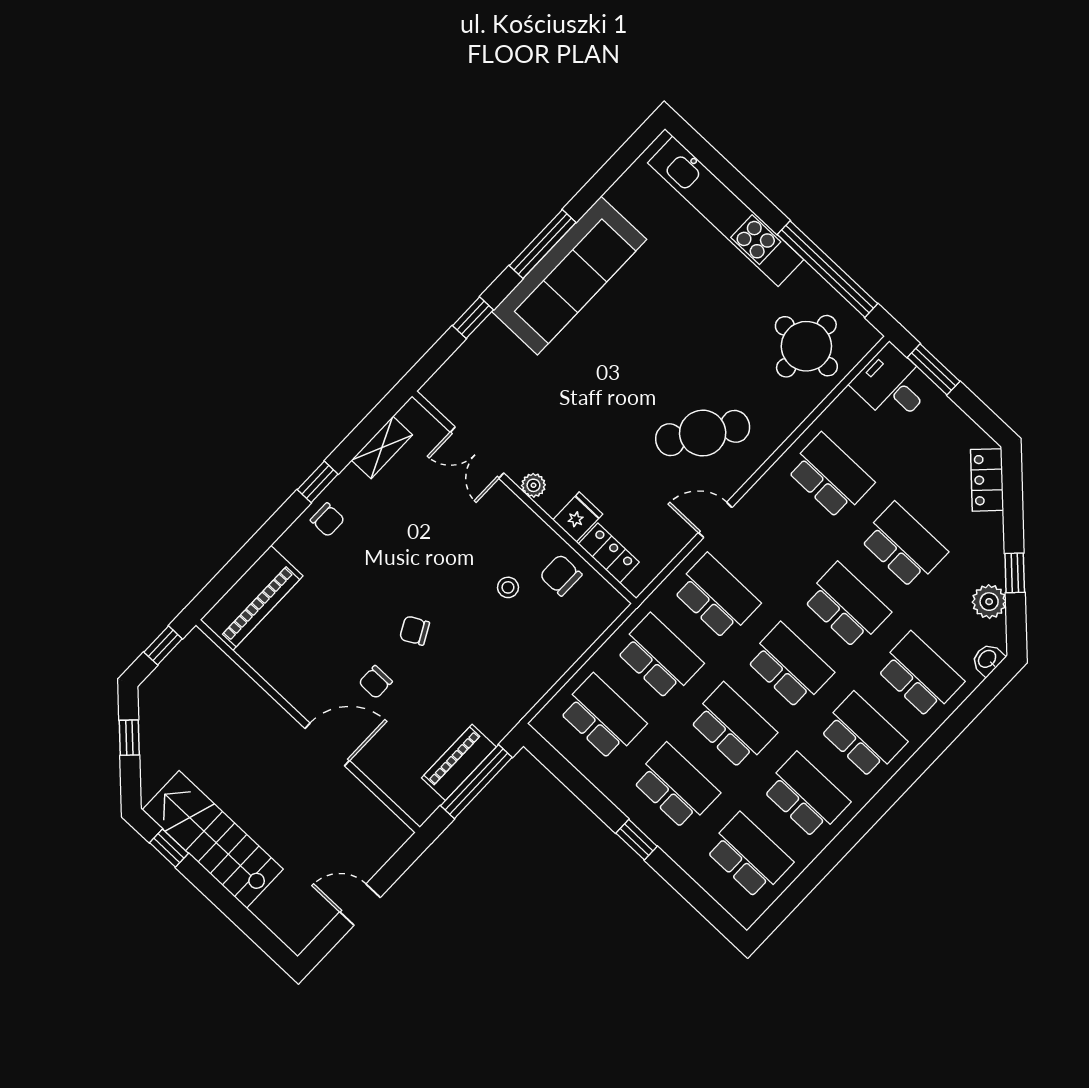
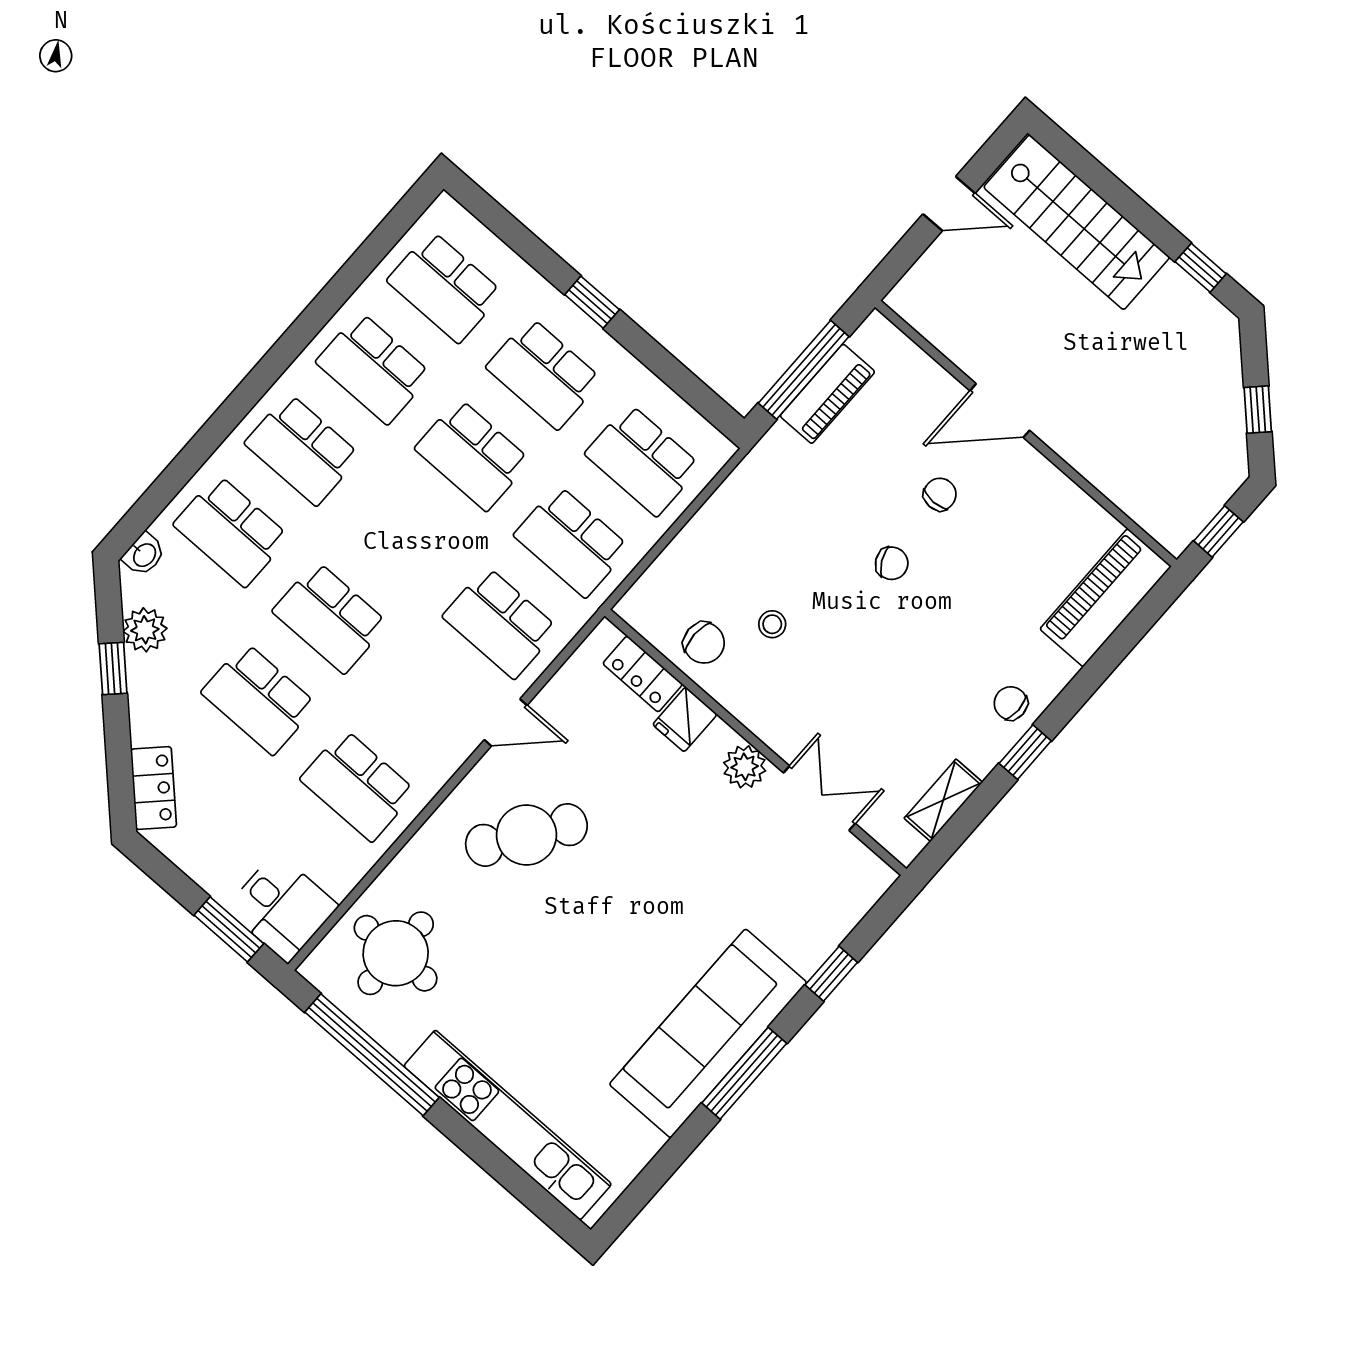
plant: (533, 485) -> (745, 767), width x1.38, depth x1.38
school desk: (790, 666) -> (401, 536), removed
stairs: (213, 839) -> (1077, 222), moved

